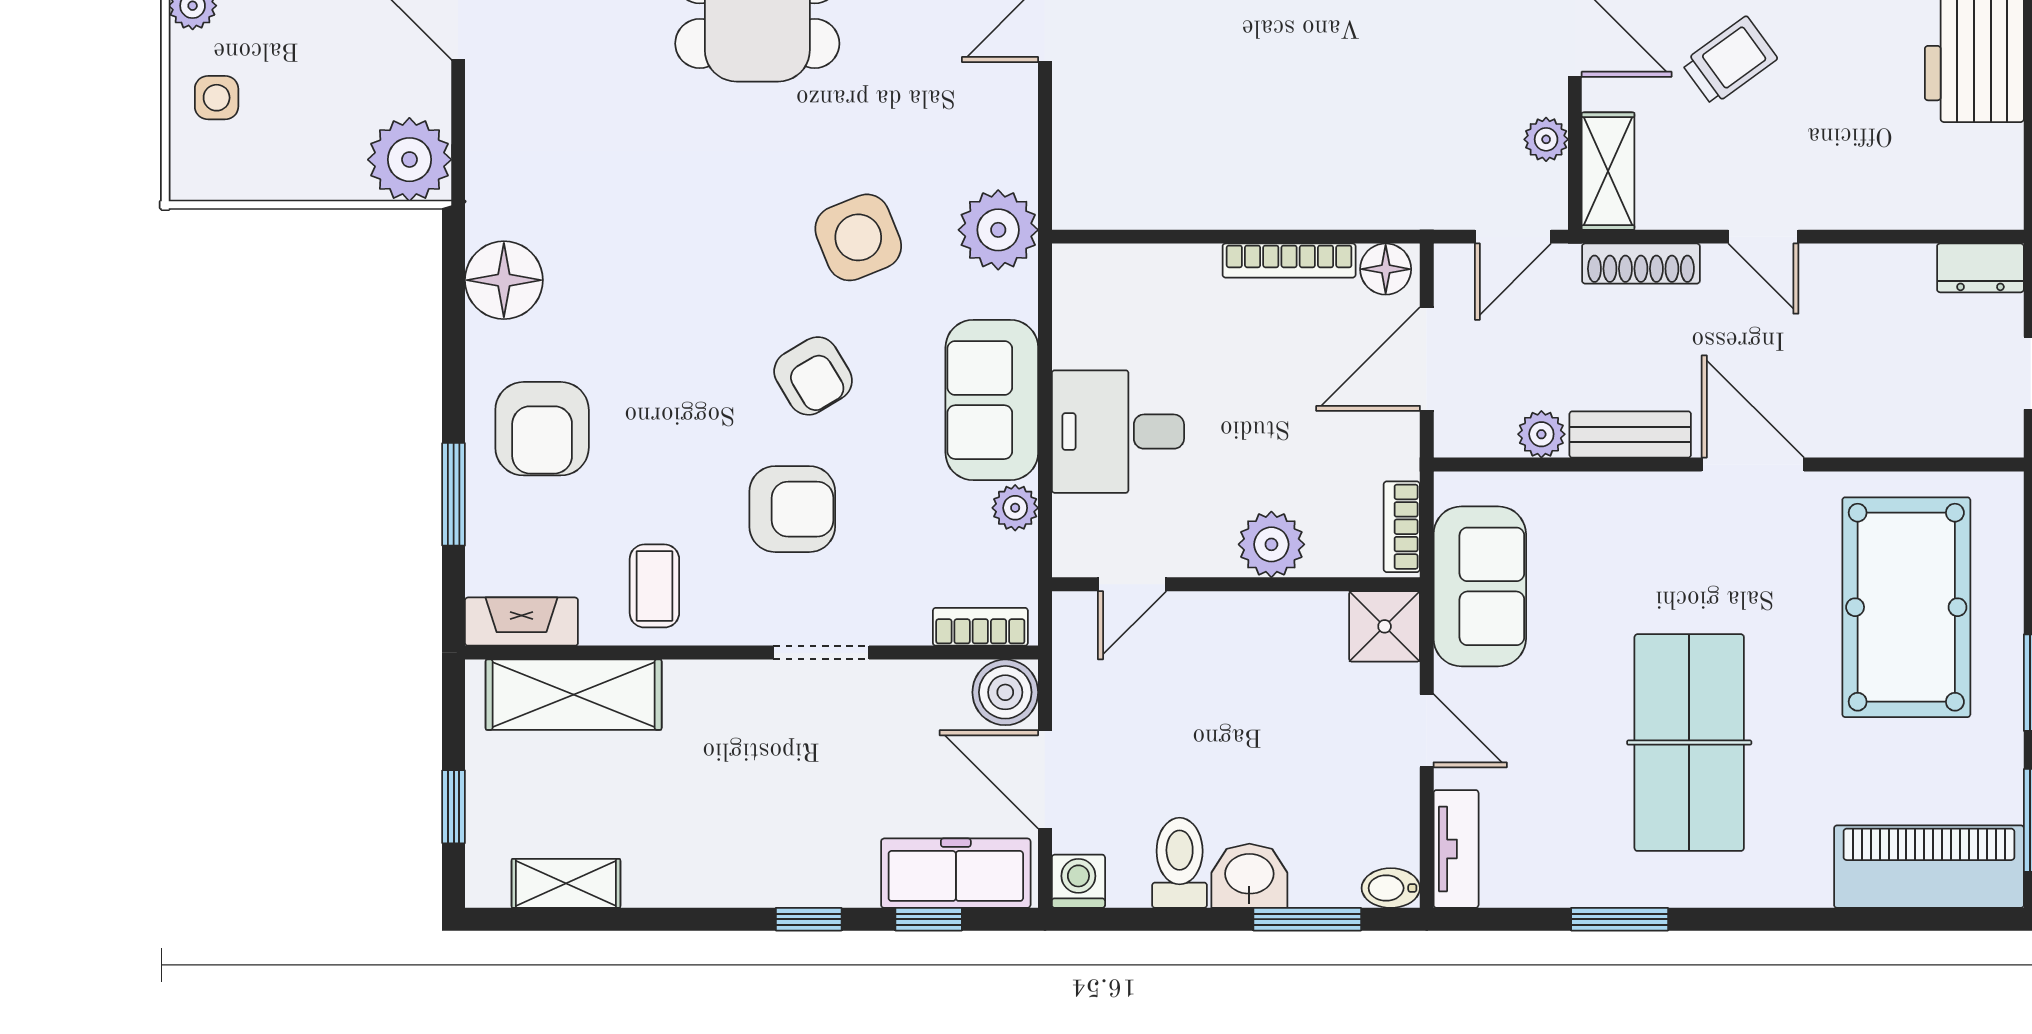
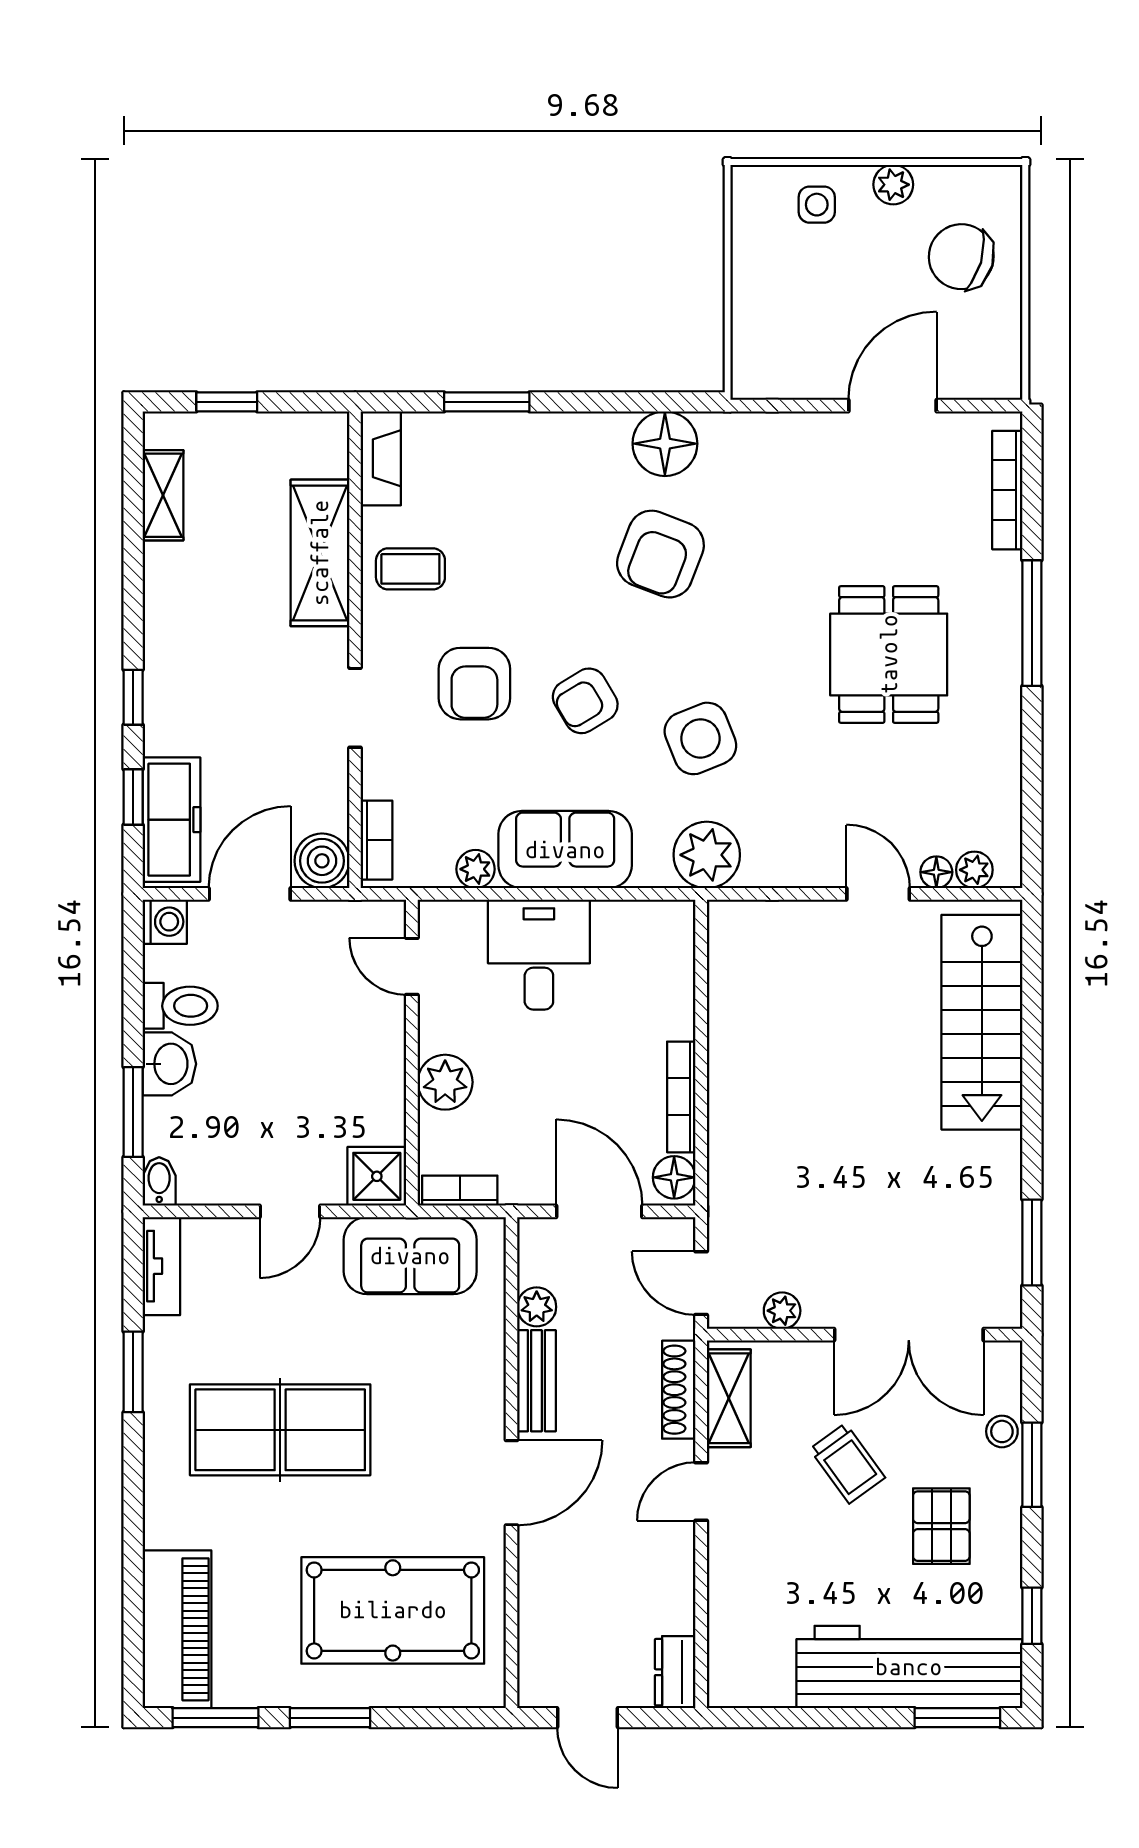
plant: (409, 160) -> (765, 365), removed
shelving: (1608, 171) -> (729, 1398), moved, turned 90
armchair: (542, 429) -> (660, 554), moved, turned -69
shelving: (574, 695) -> (320, 553), moved
tv unit: (1456, 849) -> (161, 1266), moved, turned -90

